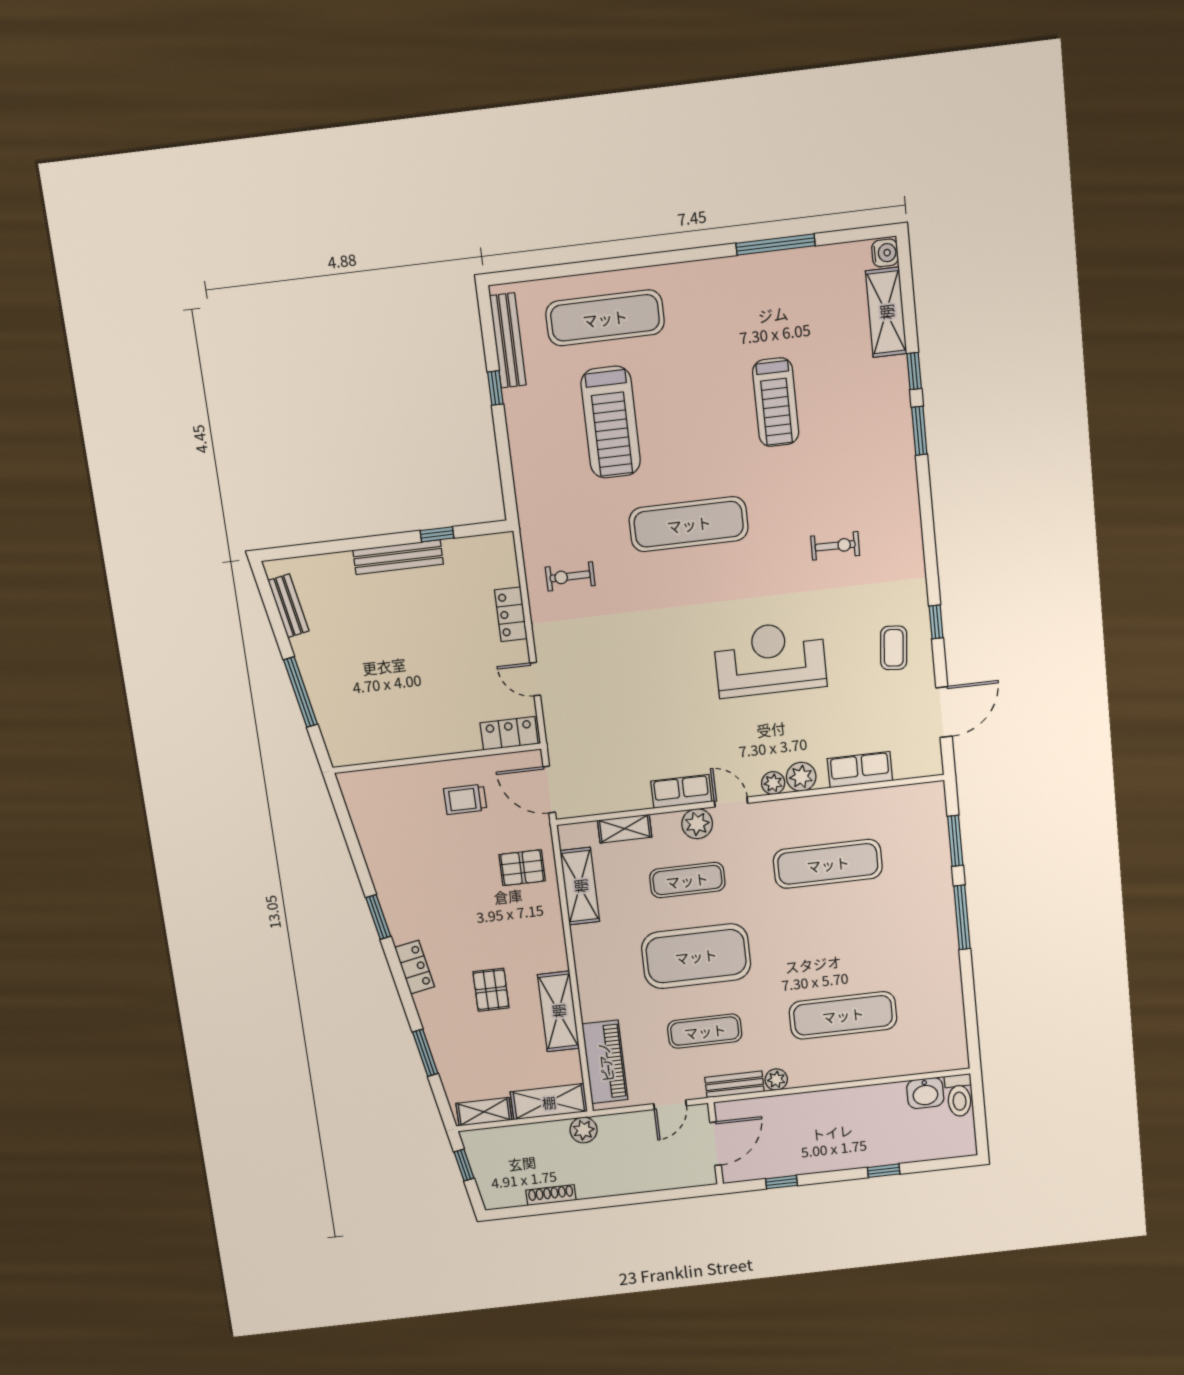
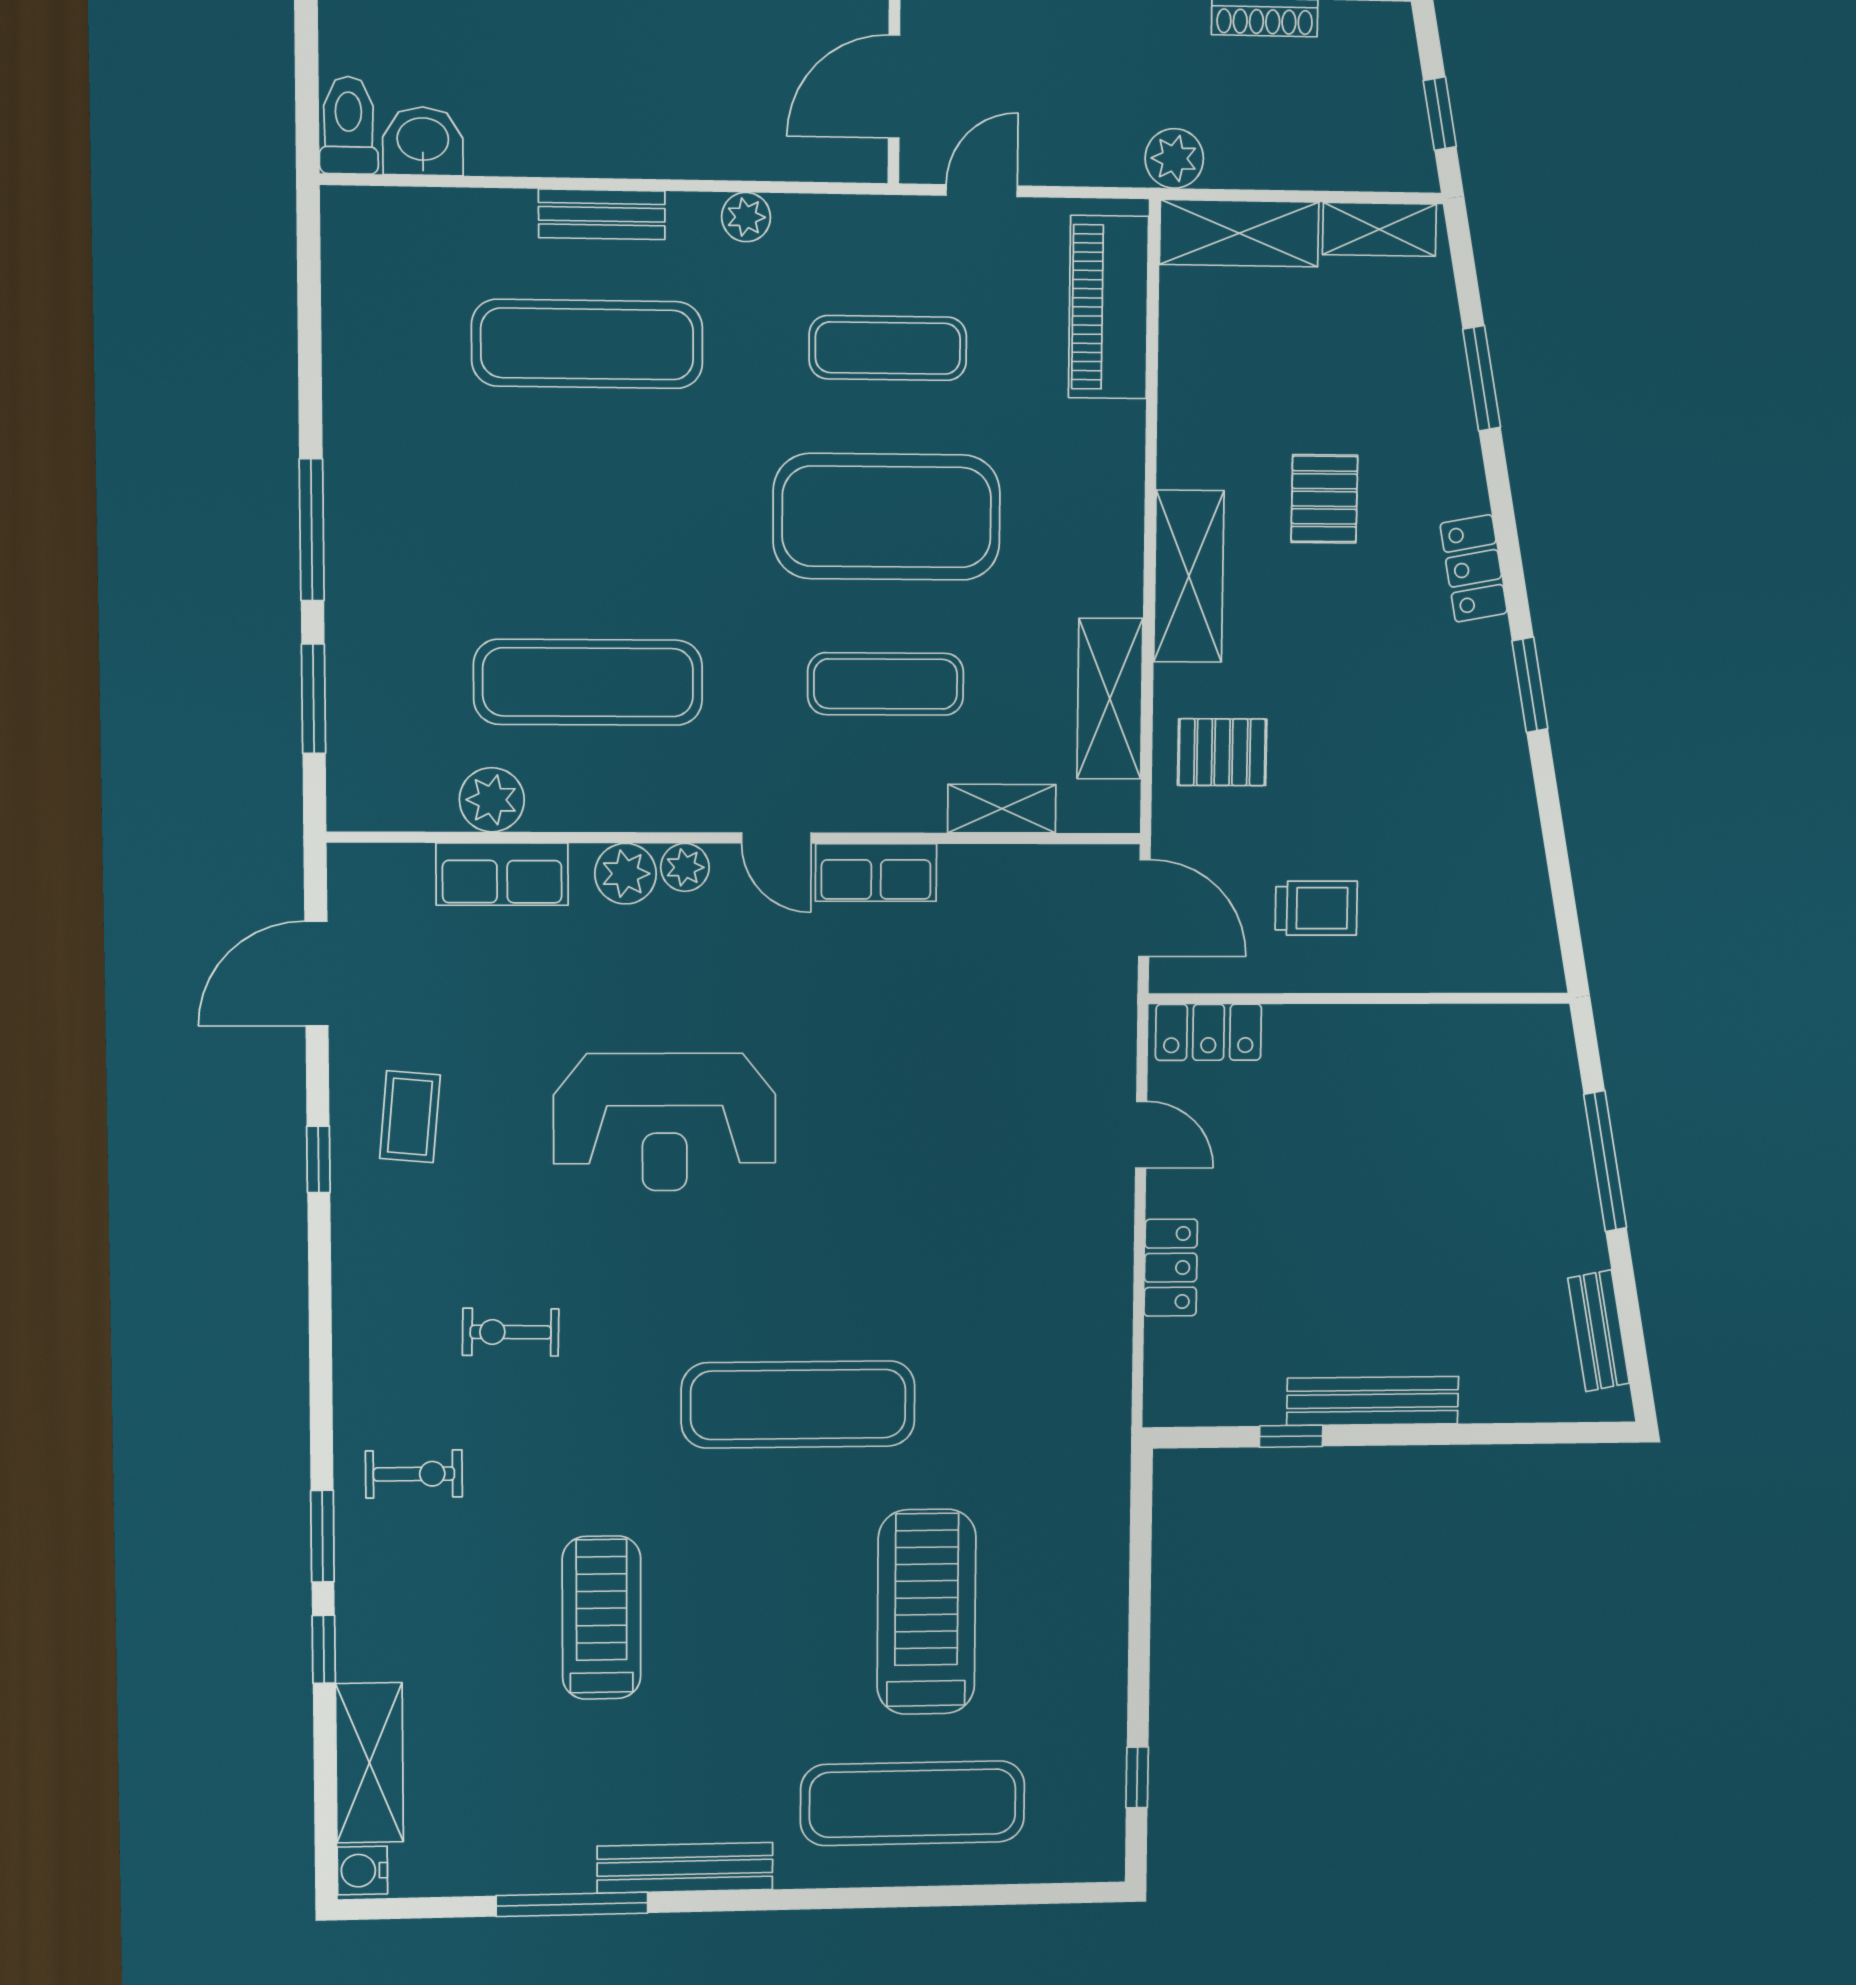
bench: (508, 340) -> (685, 1868), moved, turned 90
window: (495, 388) -> (1137, 1777), moved
exercise bike: (570, 576) -> (414, 1474), moved
plant: (697, 824) -> (492, 800), moved
shelving: (558, 1011) -> (1189, 576), moved
bench: (735, 1084) -> (602, 214), moved

